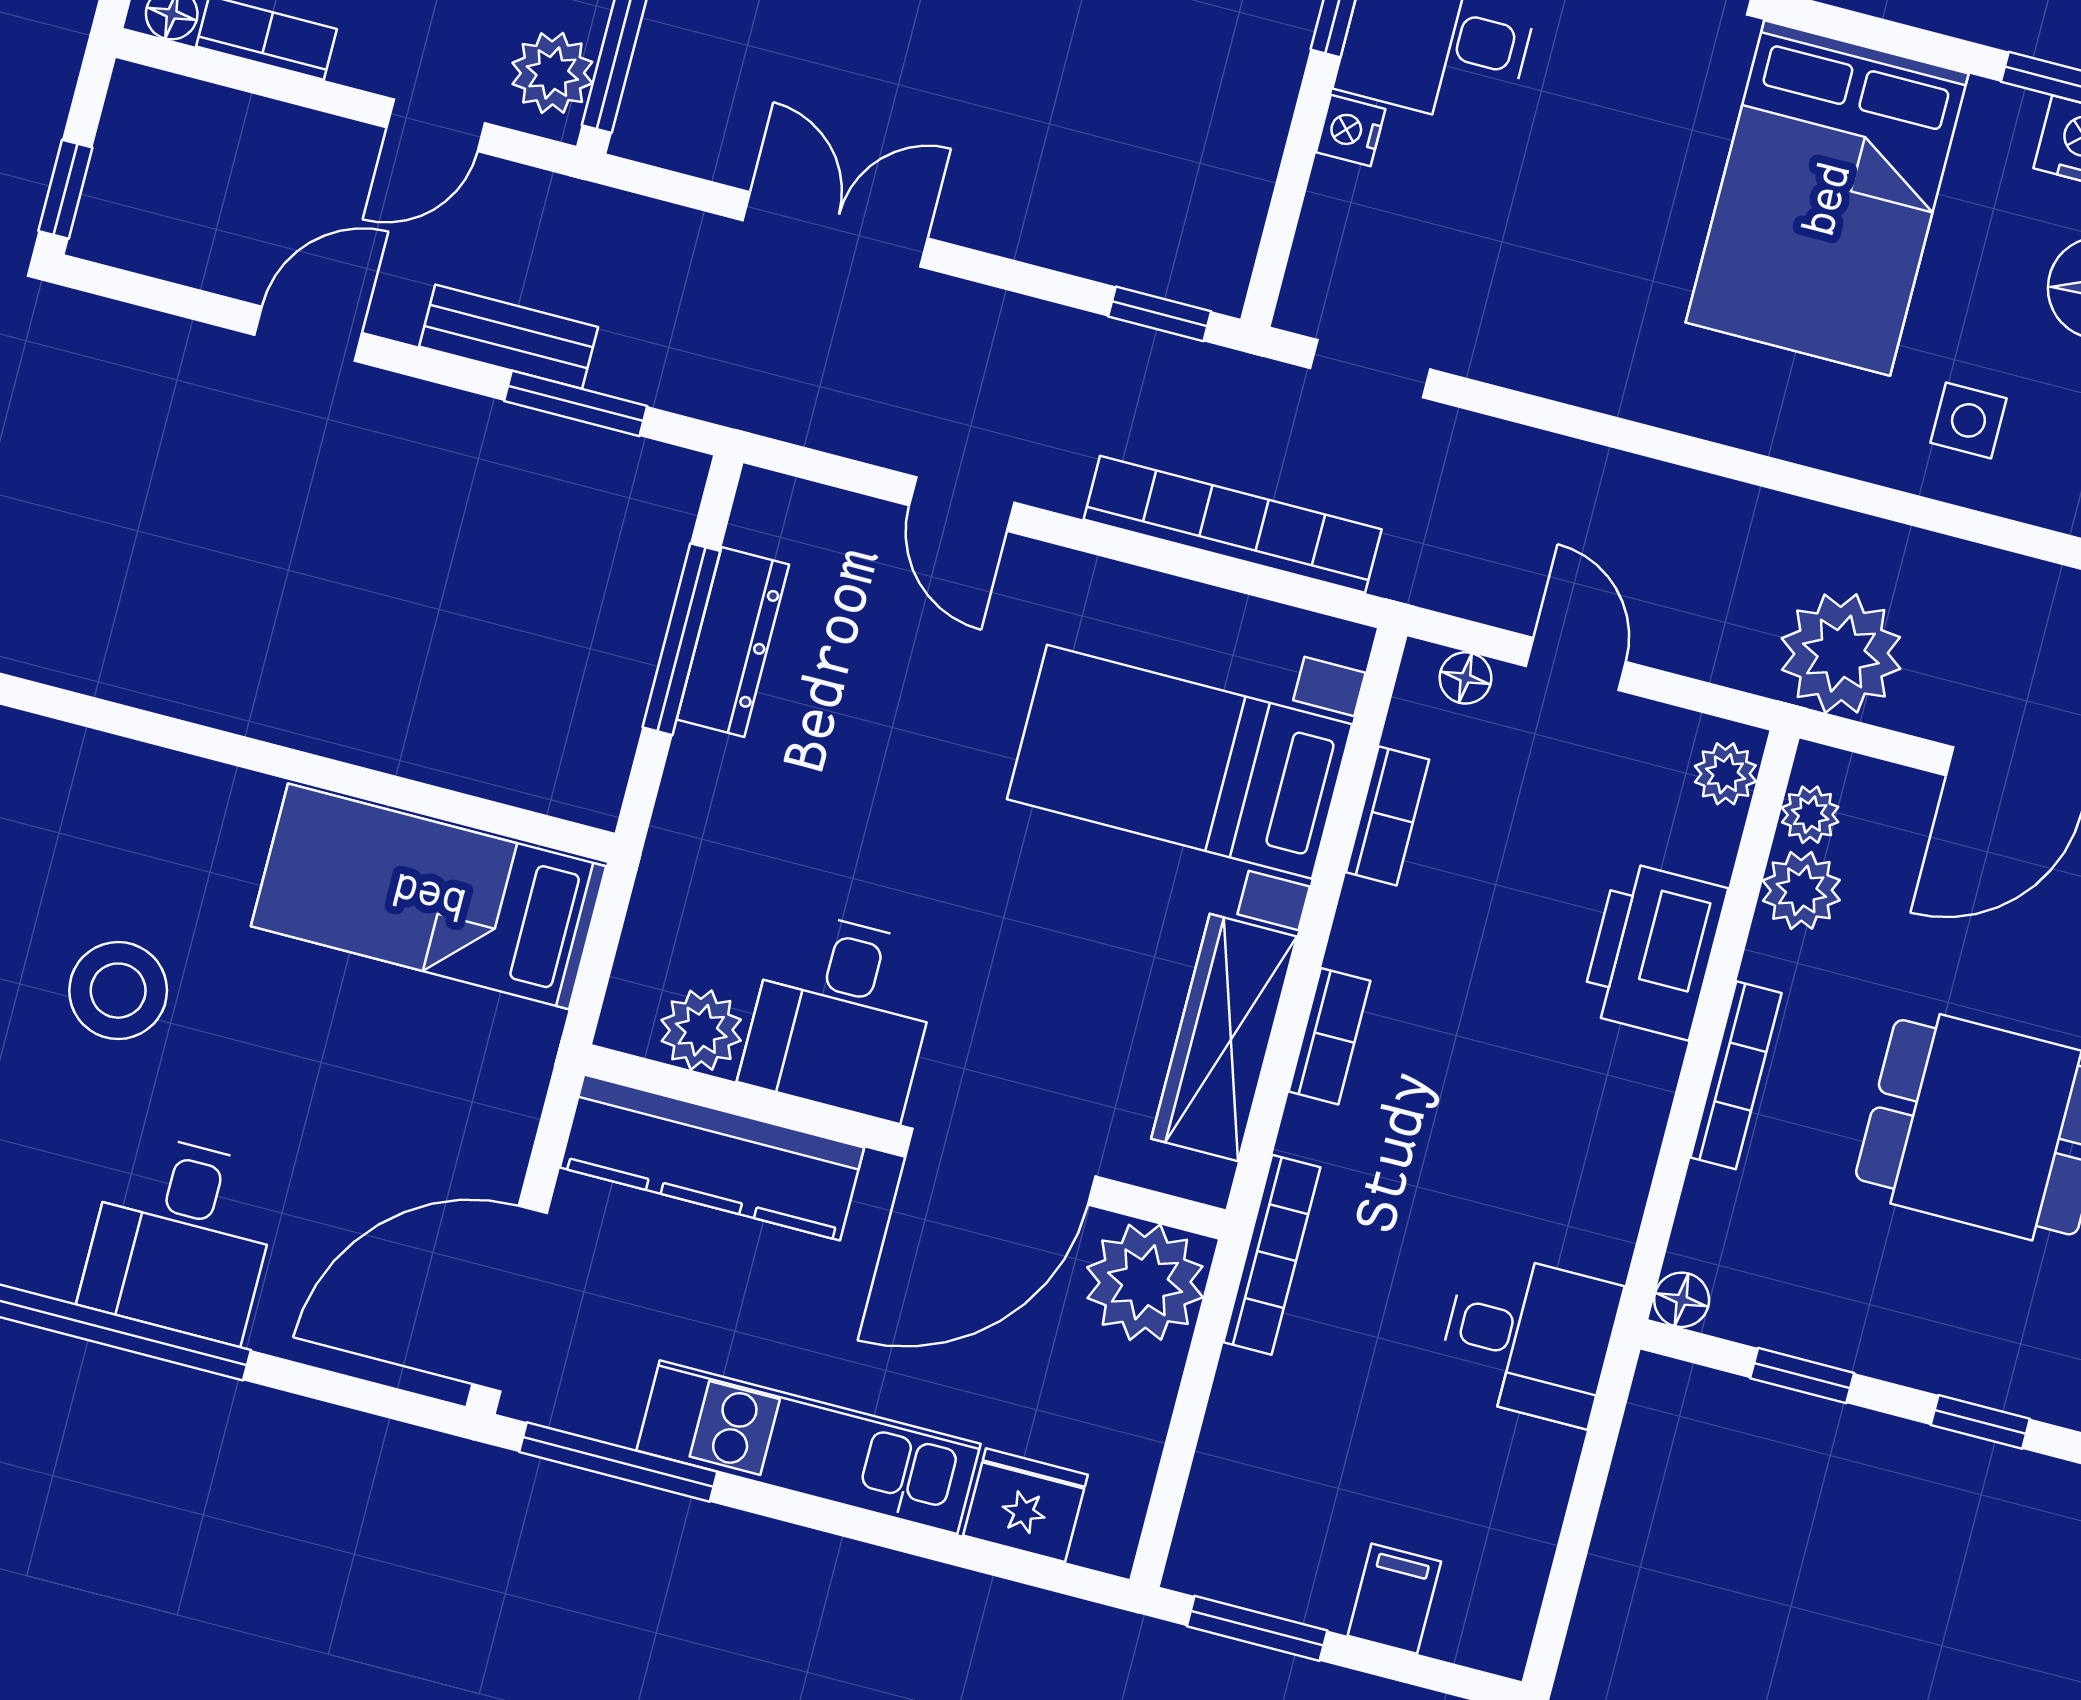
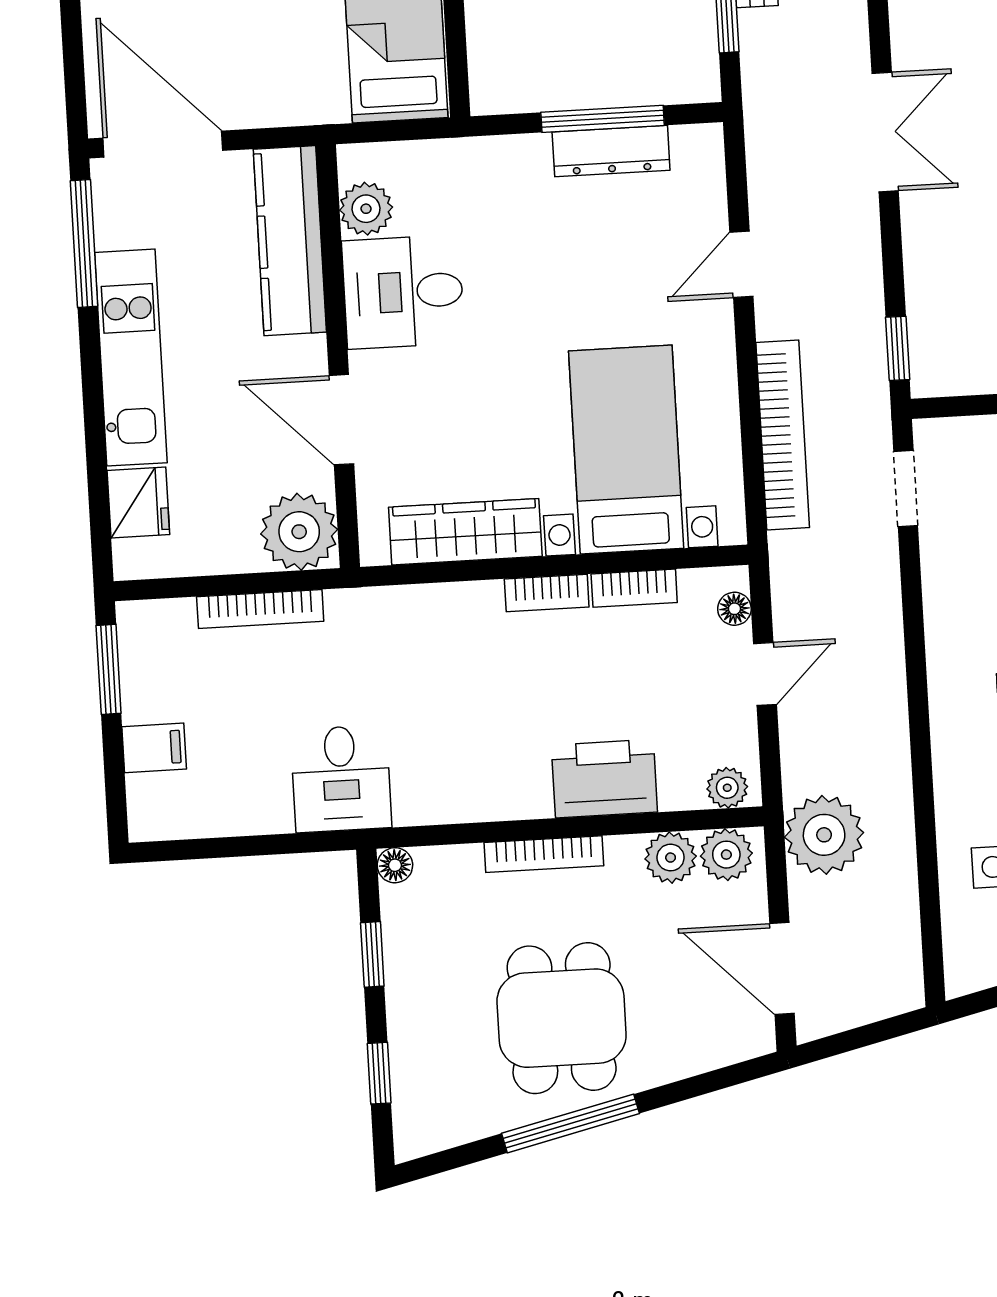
plant: (1810, 815) -> (726, 855), width x1.38, depth x1.38
bookcase: (1330, 1036) -> (547, 593), moved
door: (1000, 1167) -> (341, 420), width x0.73
bookcase: (1272, 1255) -> (260, 609), moved

